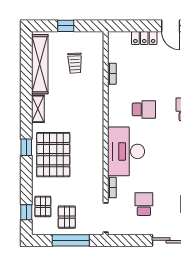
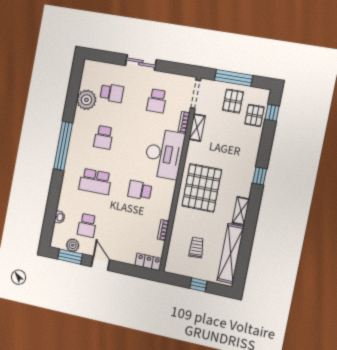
locker: (144, 38) -> (148, 262), moved
pallet: (53, 155) -> (202, 188), moved
shelving: (98, 184) -> (197, 128), added

